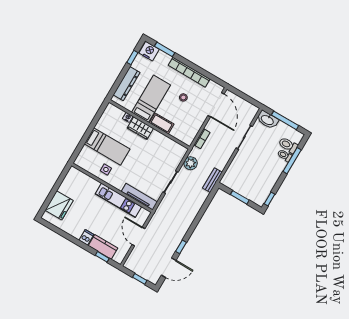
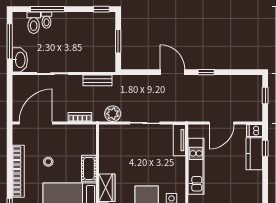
bench: (212, 180) -> (98, 80), moved
tv unit: (139, 197) -> (179, 140), width x0.71
dishwasher: (86, 237) -> (255, 131), moved
door: (169, 268) -> (173, 72), moved

